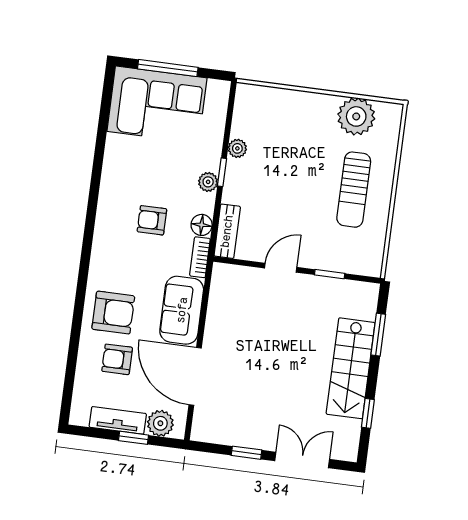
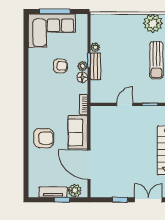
armchair: (152, 220) -> (60, 66), moved, turned 180
floor lamp: (202, 225) -> (82, 77), moved
bench: (227, 231) -> (96, 66), moved
armchair: (117, 359) -> (49, 161), removed

